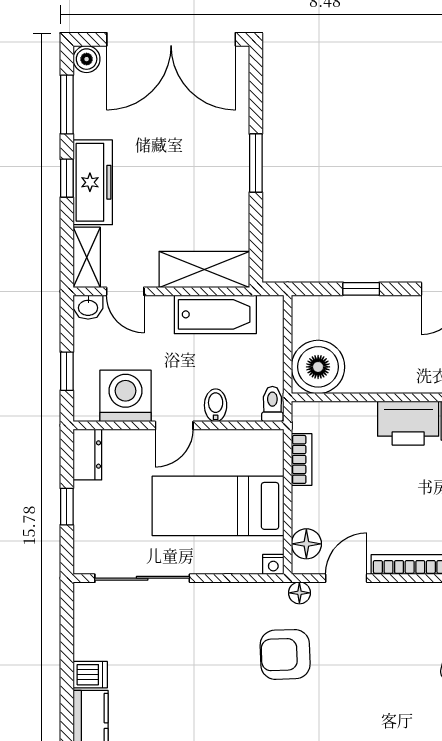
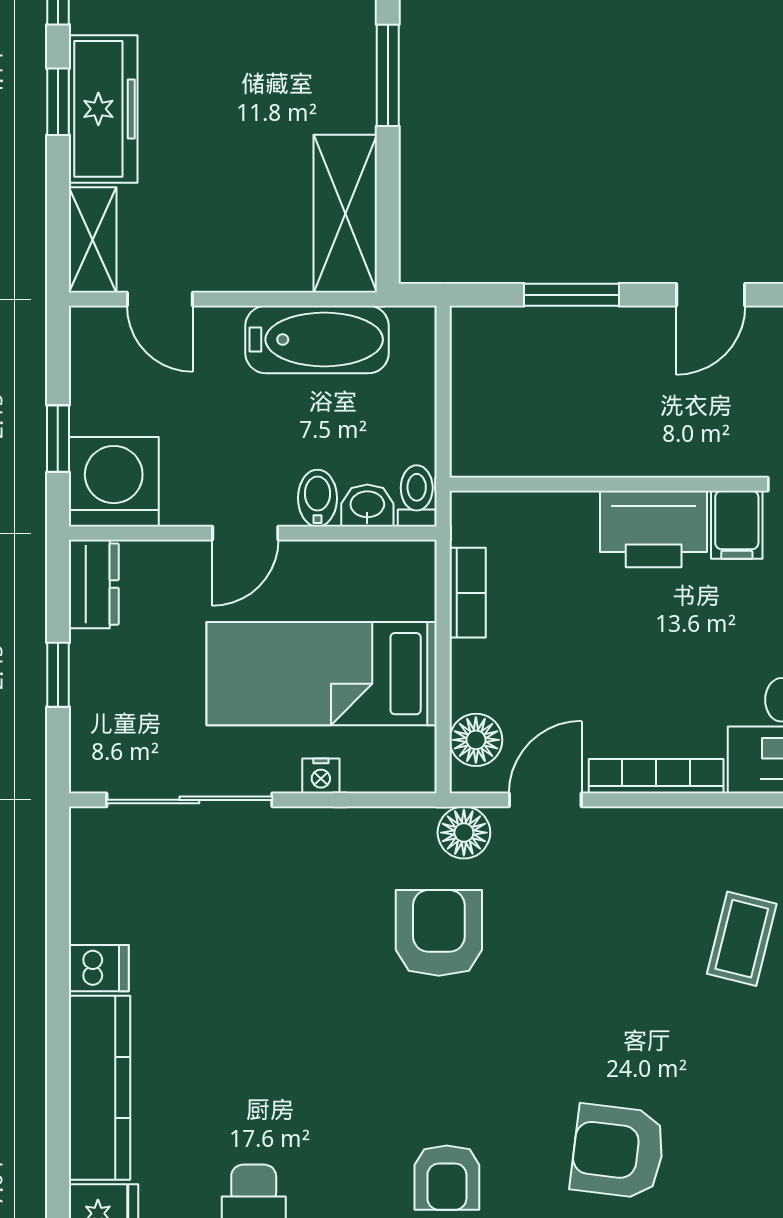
shelving: (204, 269) -> (345, 214), moved, turned 90
window: (361, 289) -> (572, 295), width x1.50
washbasin: (88, 307) -> (367, 506), moved, turned 180
boiler: (318, 367) -> (496, 431), removed
washing machine: (125, 396) -> (114, 482), moved
nightstand: (273, 564) -> (321, 776), moved
floor lamp: (299, 593) -> (464, 833), width x1.37, depth x1.37
armchair: (285, 654) -> (439, 933), turned 92

